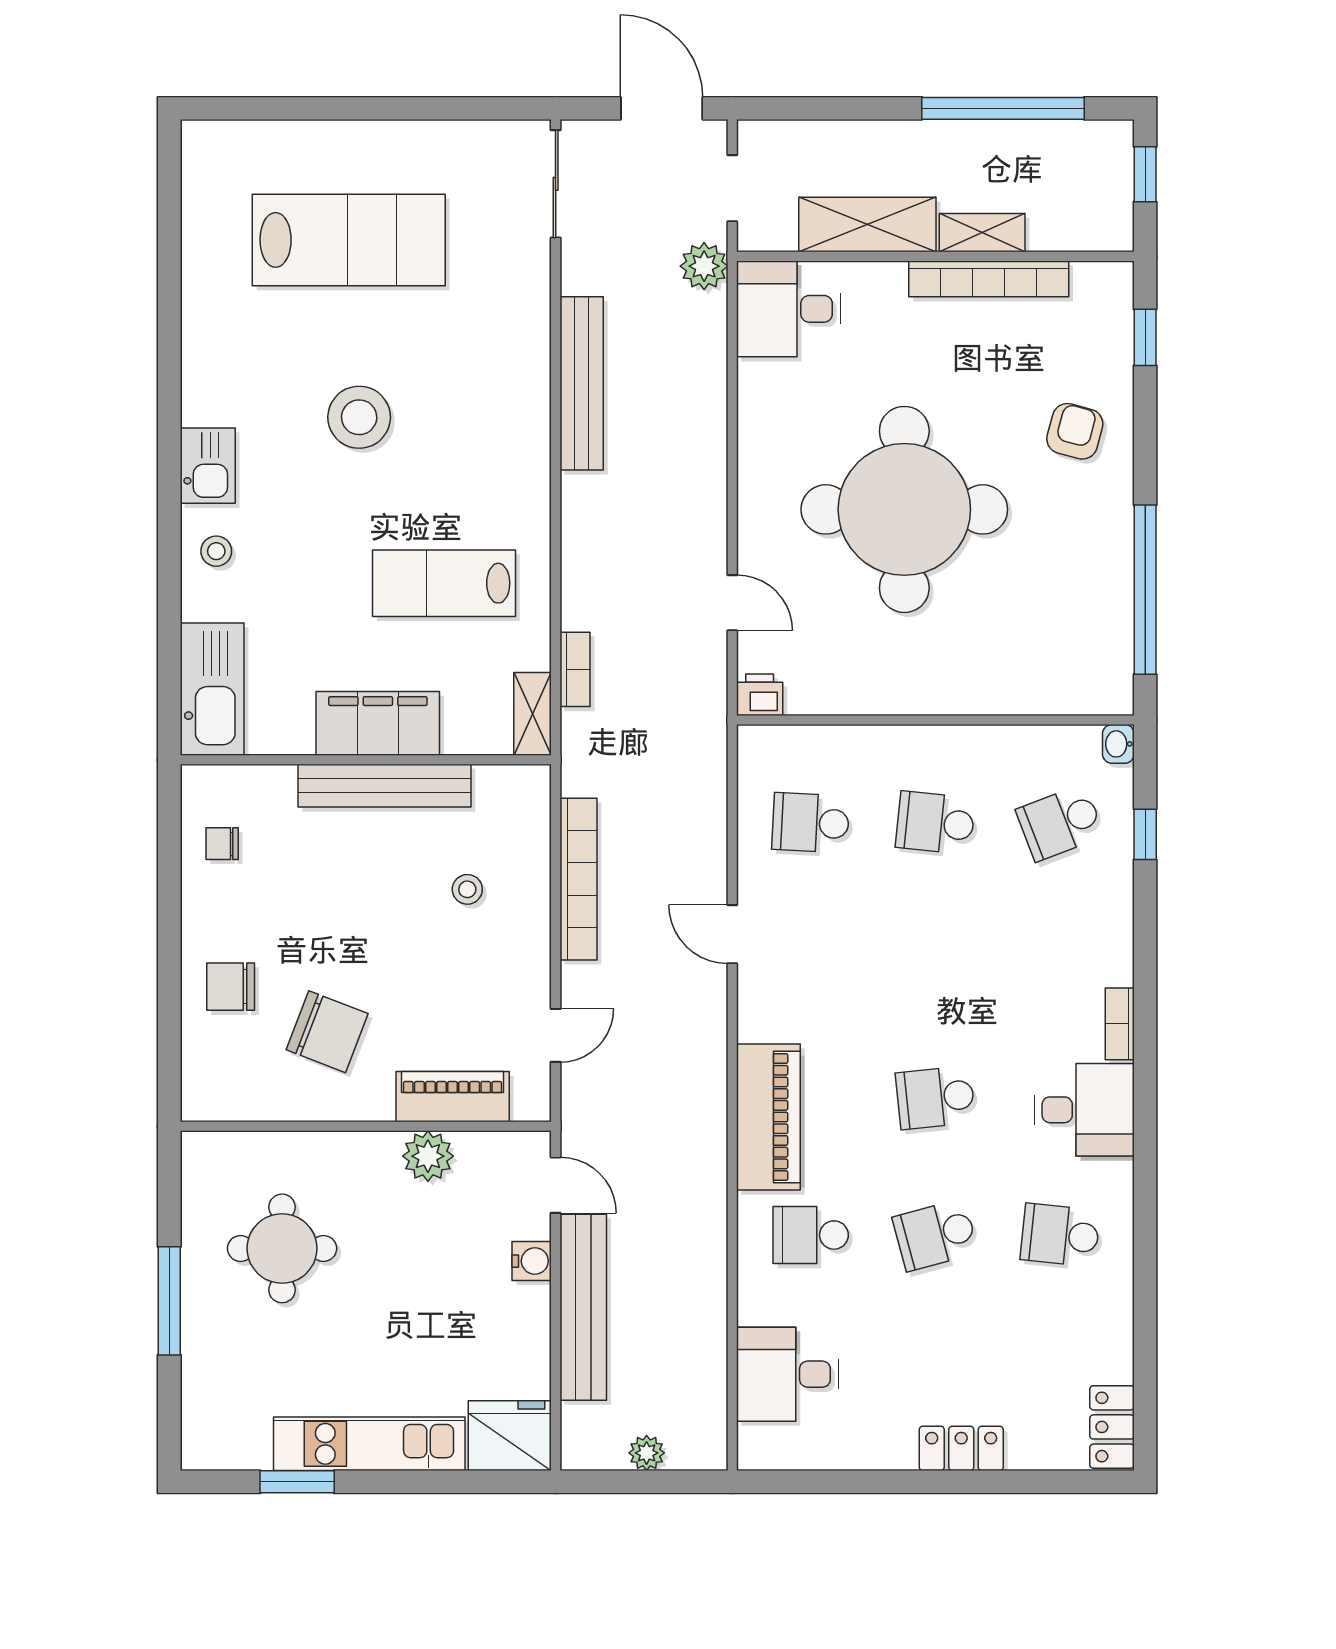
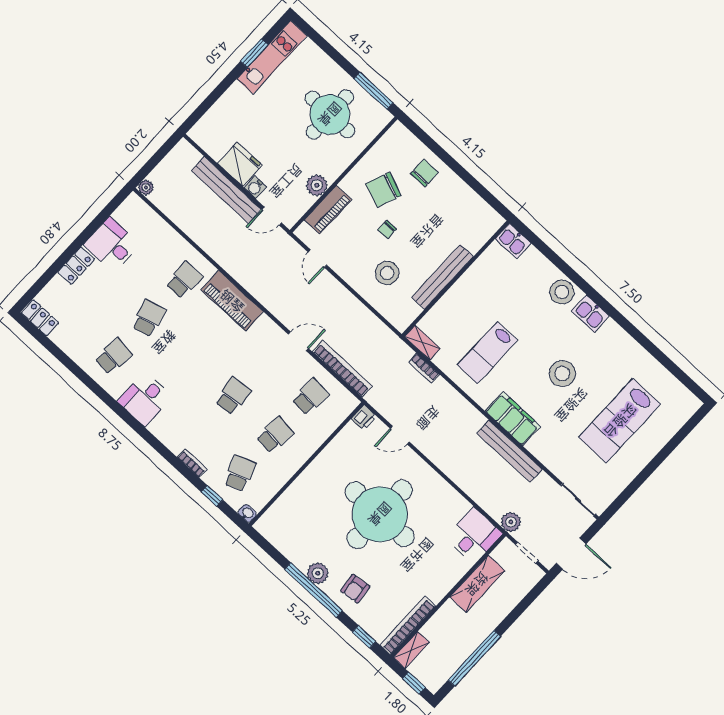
shelving: (982, 233) -> (411, 650), moved
bookcase: (989, 279) -> (408, 626), moved
armchair: (1075, 431) -> (355, 589), turned 68
plant: (1109, 522) -> (318, 573), added
stool: (216, 551) -> (562, 292), width x1.89, depth x1.89
lab bench: (444, 583) -> (487, 353), turned 180
window: (1145, 590) -> (314, 590), moved
kitchen sink: (212, 689) -> (513, 241), width x0.53, depth x0.81
filing cabinet: (378, 723) -> (513, 419), moved, turned -90
chair: (222, 844) -> (387, 229), moved, turned 180
bookcase: (578, 879) -> (342, 369), moved, turned 180
stool: (467, 889) -> (387, 273), width x1.89, depth x1.89
bookcase: (1120, 1024) -> (192, 463), moved
school desk: (935, 1098) -> (233, 396), moved
round table: (282, 1248) -> (330, 114), width x1.36, depth x1.36
window: (169, 1301) -> (373, 91), moved
desk: (787, 1374) -> (112, 245), moved, turned -90
fridge: (510, 1436) -> (240, 164), moved, turned -90
kitchen unit: (369, 1444) -> (272, 57), moved
plant: (647, 1453) -> (146, 187), moved

